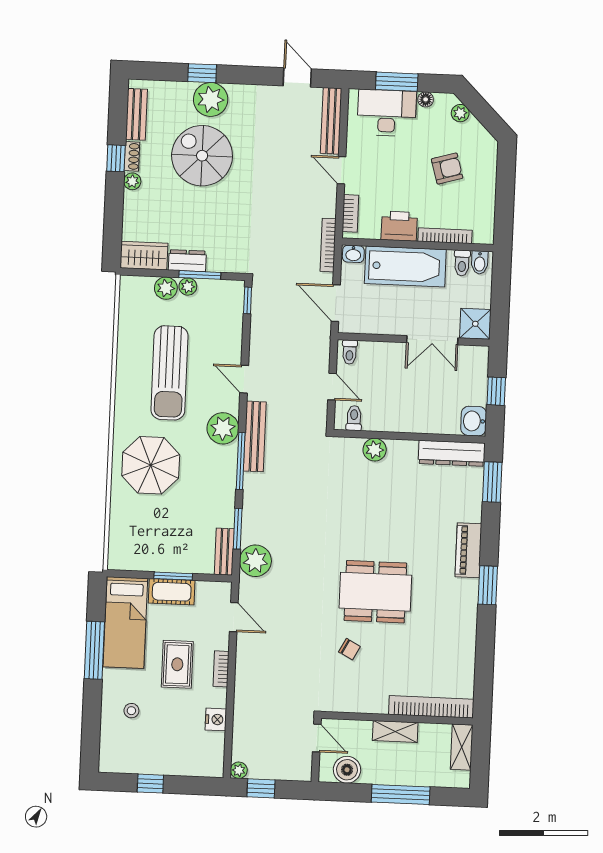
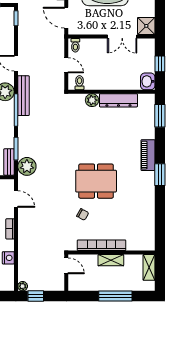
dresser: (452, 453) -> (118, 100), moved
bookcase: (431, 707) -> (102, 245), moved
boiler: (347, 770) -> (84, 283), removed

